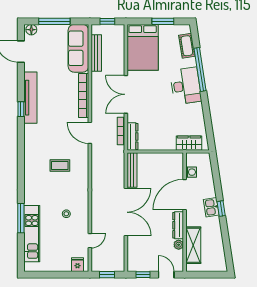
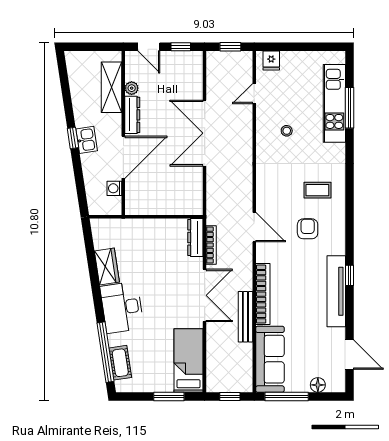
window: (54, 21) -> (287, 396), moved
window: (163, 21) -> (169, 396), moved
floor lamp: (31, 30) -> (318, 385), moved
bed: (143, 47) -> (188, 360), width x0.67
bench: (96, 53) -> (245, 317), moved
window: (200, 69) -> (106, 352), moved
door: (90, 133) -> (254, 227), moved
armchair: (51, 143) -> (308, 229), added
wardrobe: (189, 143) -> (107, 266), moved, turned -99
coffee table: (60, 166) -> (317, 190), moved
bench: (132, 170) -> (196, 191), removed
window: (21, 218) -> (350, 108), moved

